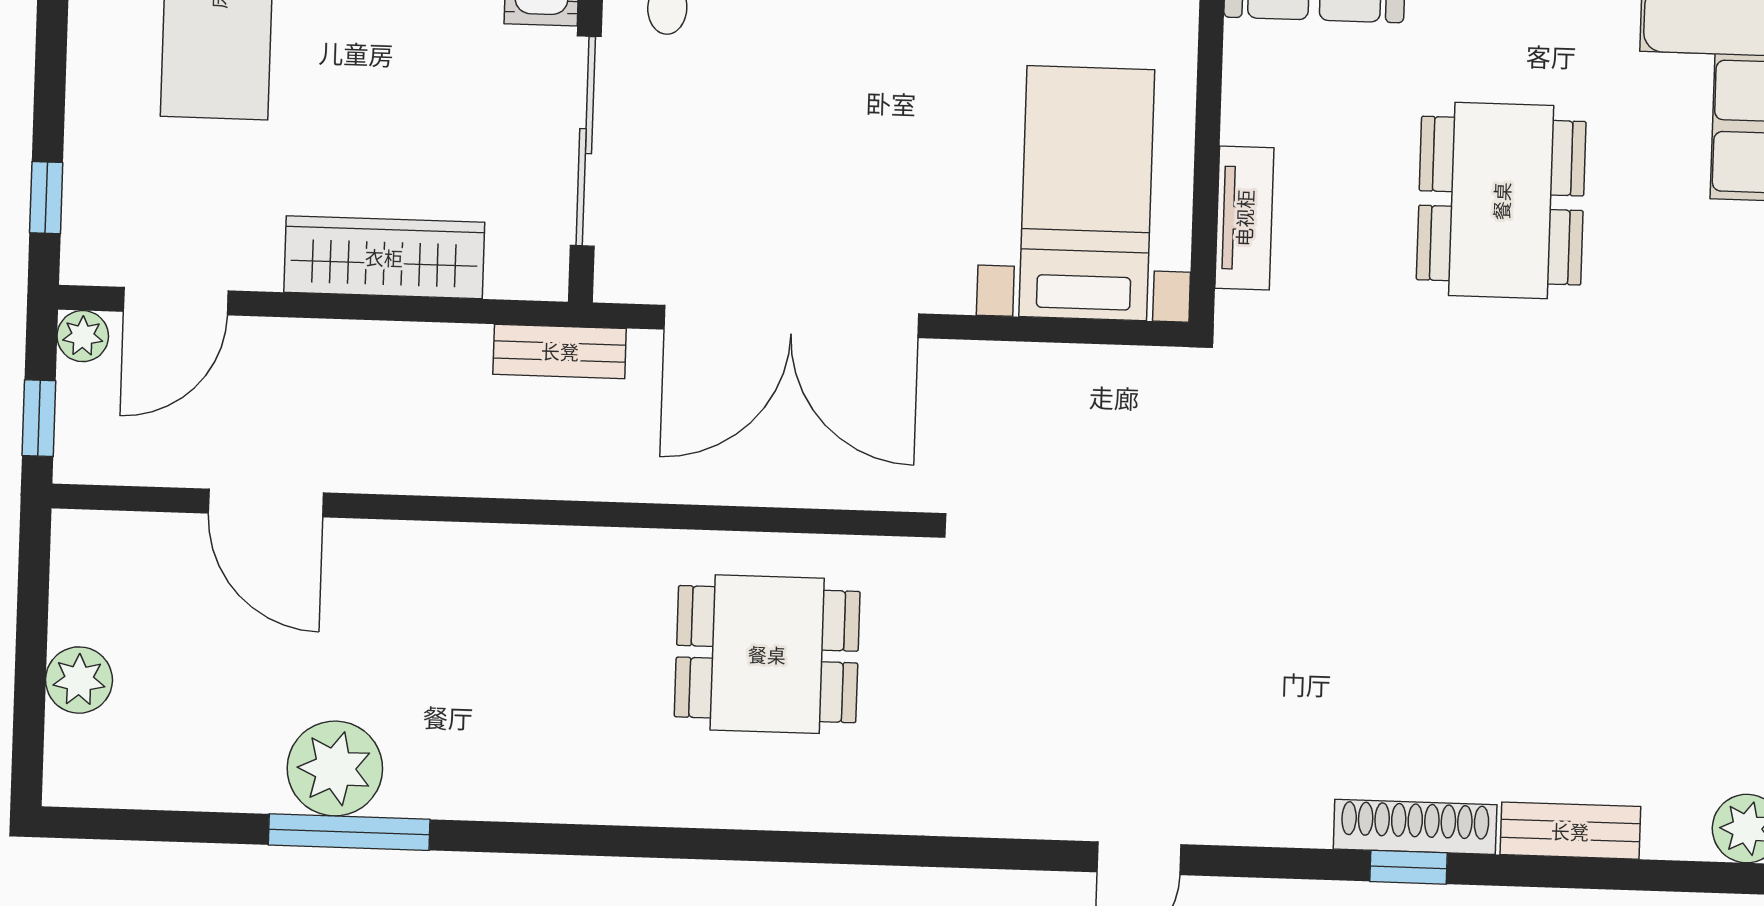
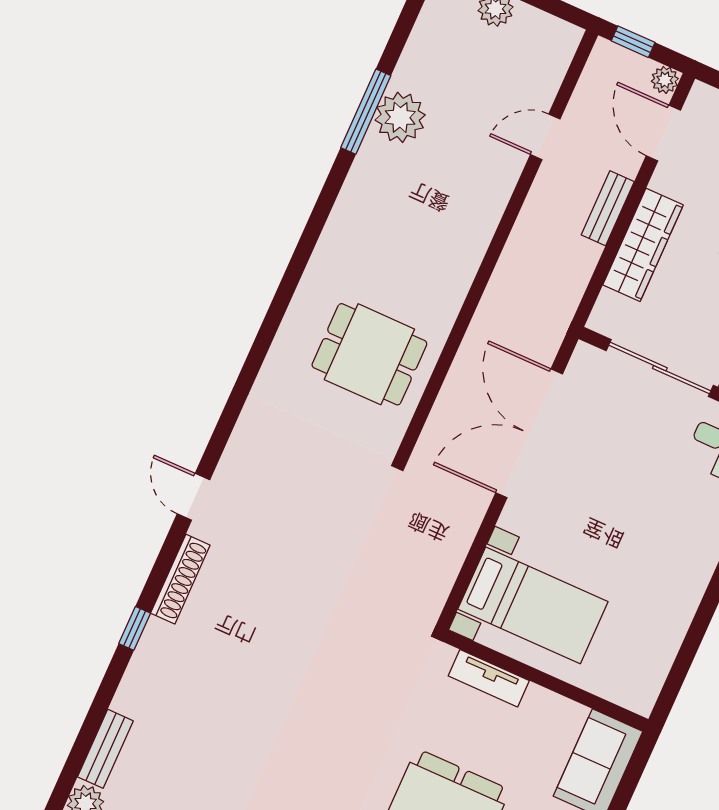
bench: (560, 351) -> (608, 208), moved
door: (266, 503) -> (545, 137), width x0.73
dining table: (767, 654) -> (369, 354), turned 90
shoe rack: (1415, 827) -> (180, 579), moved
bench: (1570, 831) -> (105, 749), moved

